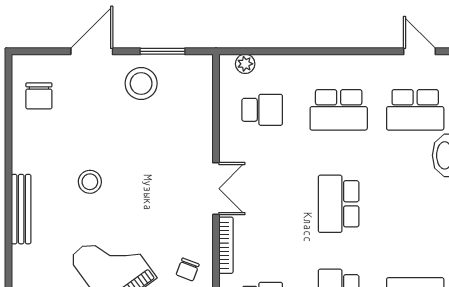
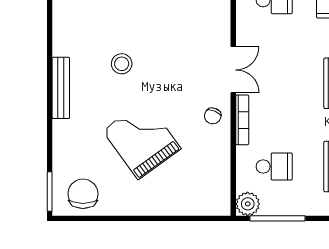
chair: (188, 269) -> (213, 116), moved

